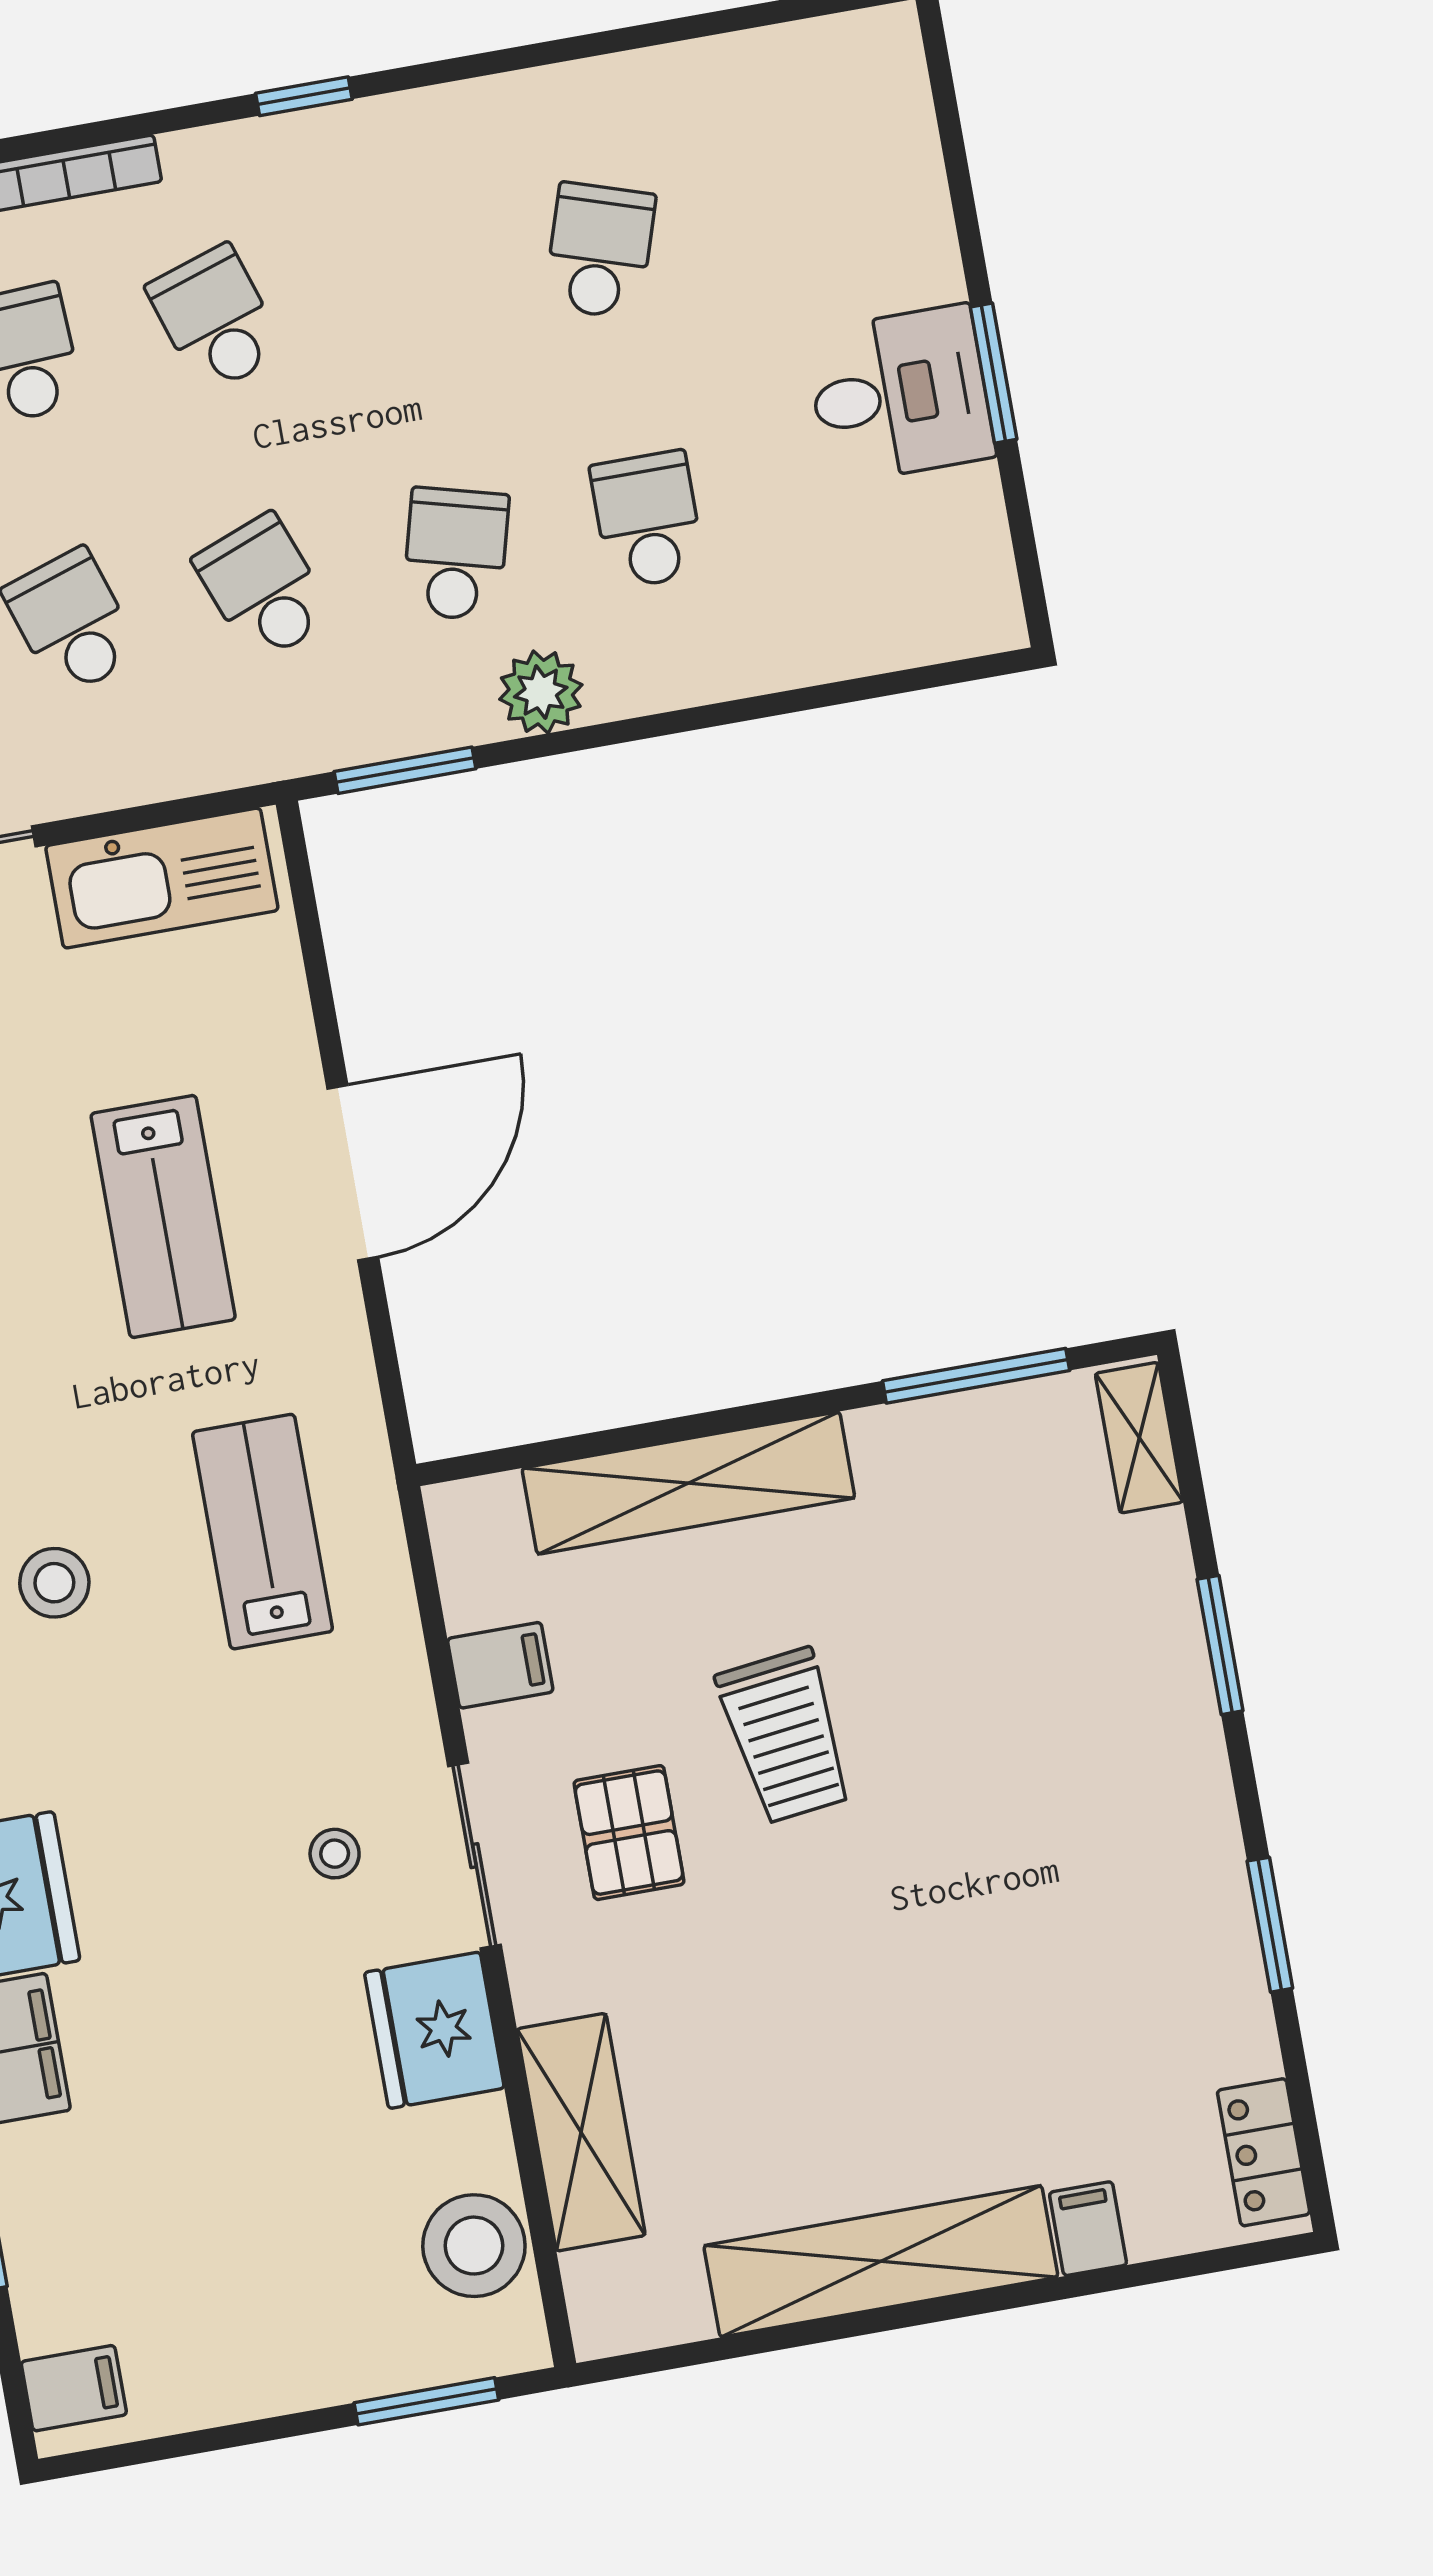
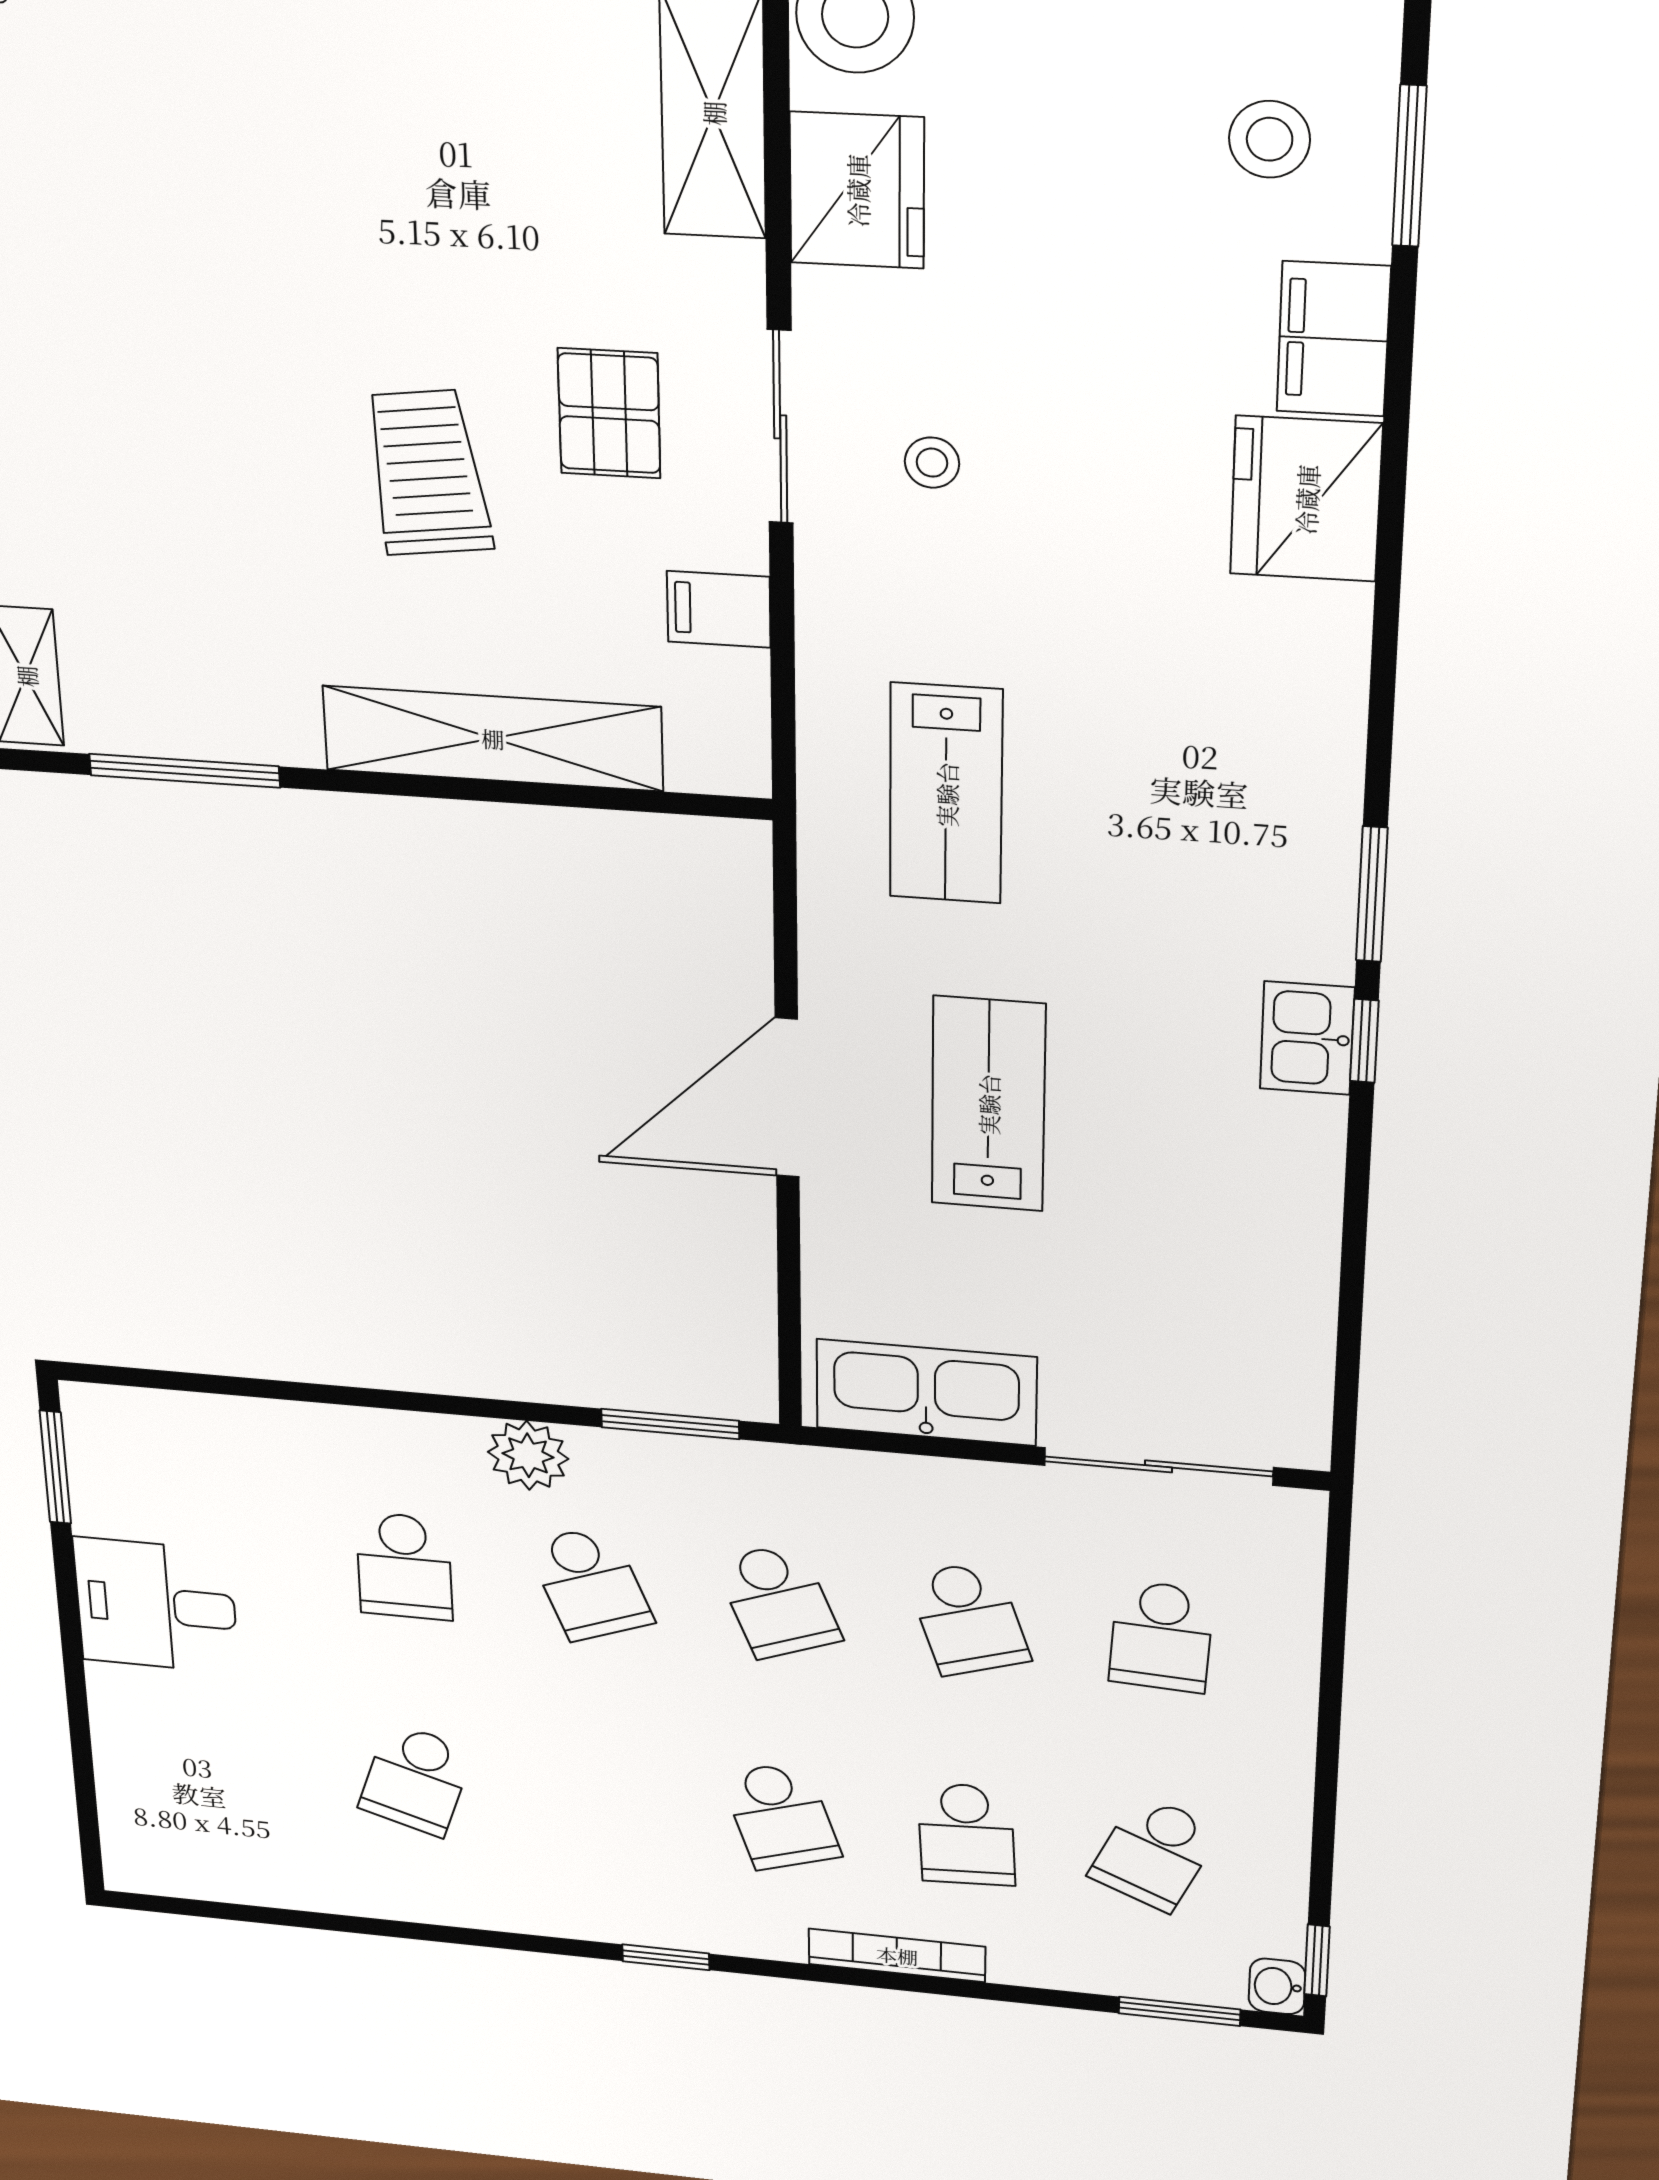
window: (994, 373) -> (55, 1467), moved
school desk: (456, 554) -> (590, 1583), turned -36
stool: (54, 1583) -> (1270, 139), moved
fridge: (434, 2030) -> (857, 190), moved

